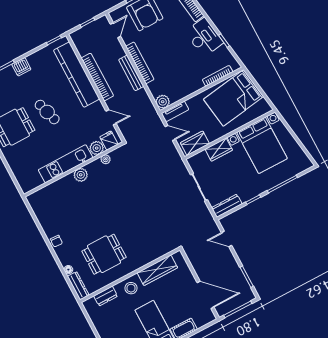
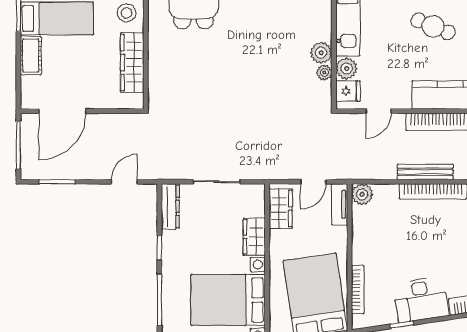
cafe table: (47, 112) -> (433, 26), turned 39
plant: (81, 175) -> (321, 53), moved

